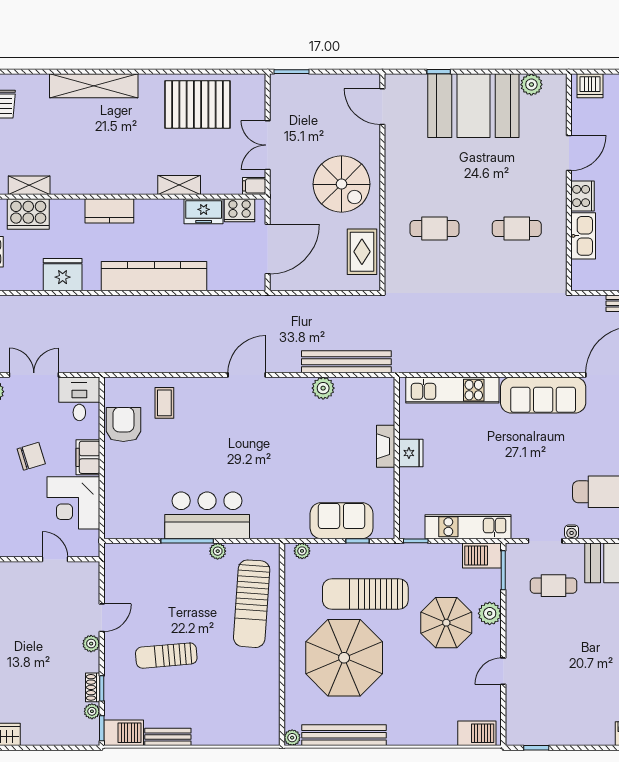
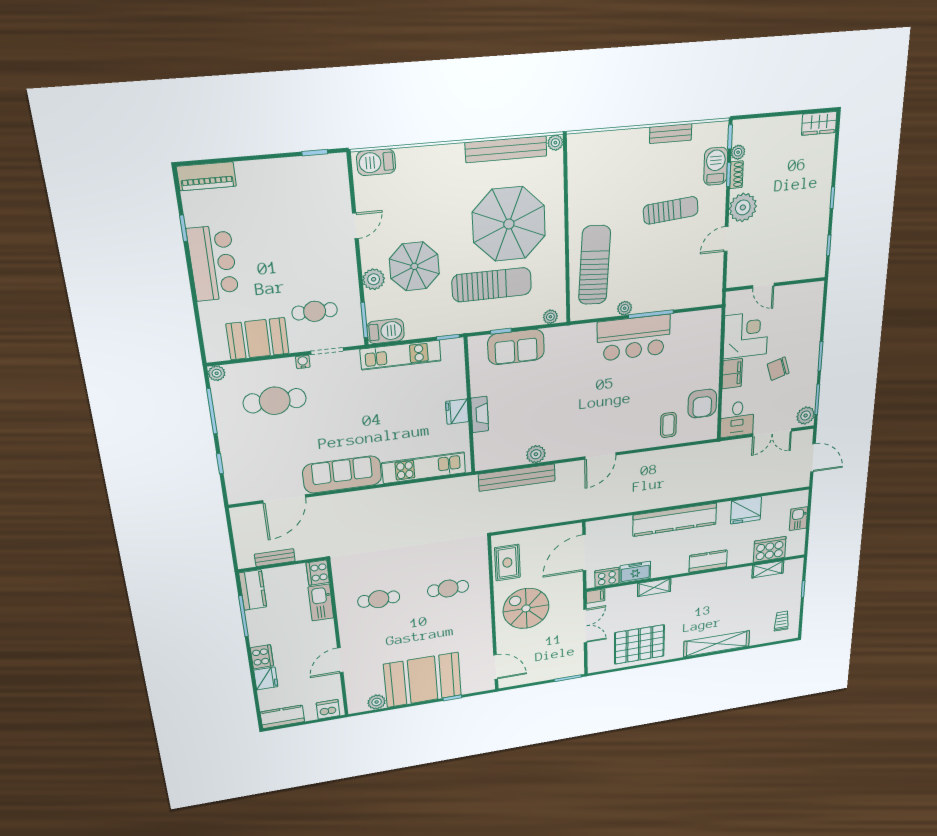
cooker: (583, 196) -> (318, 573), moved
plant: (91, 644) -> (743, 207), width x1.88, depth x1.88
barbecue: (124, 733) -> (716, 166), moved, turned 90

